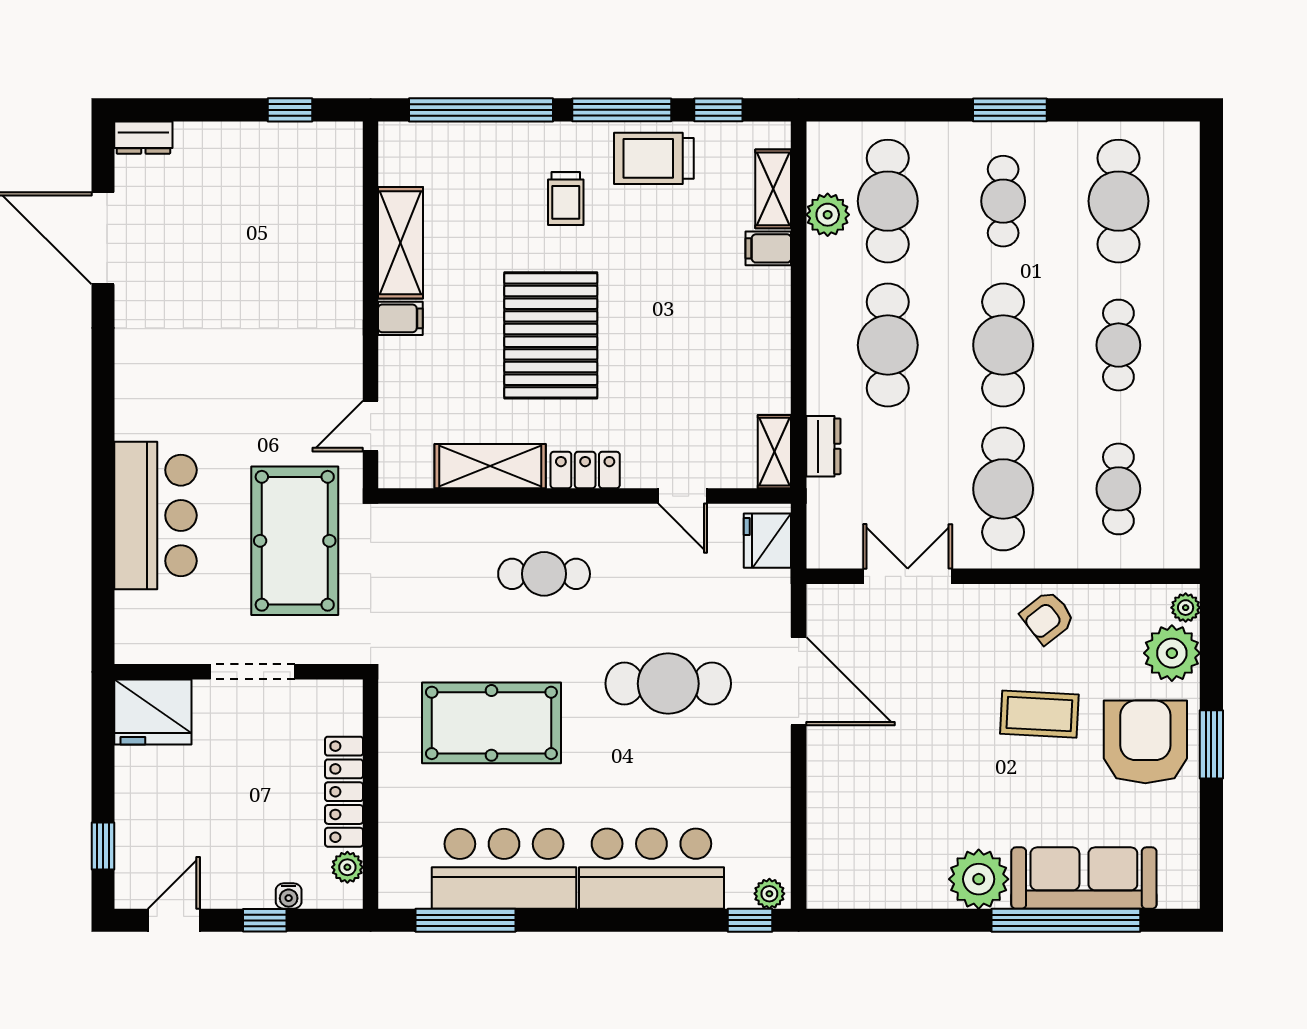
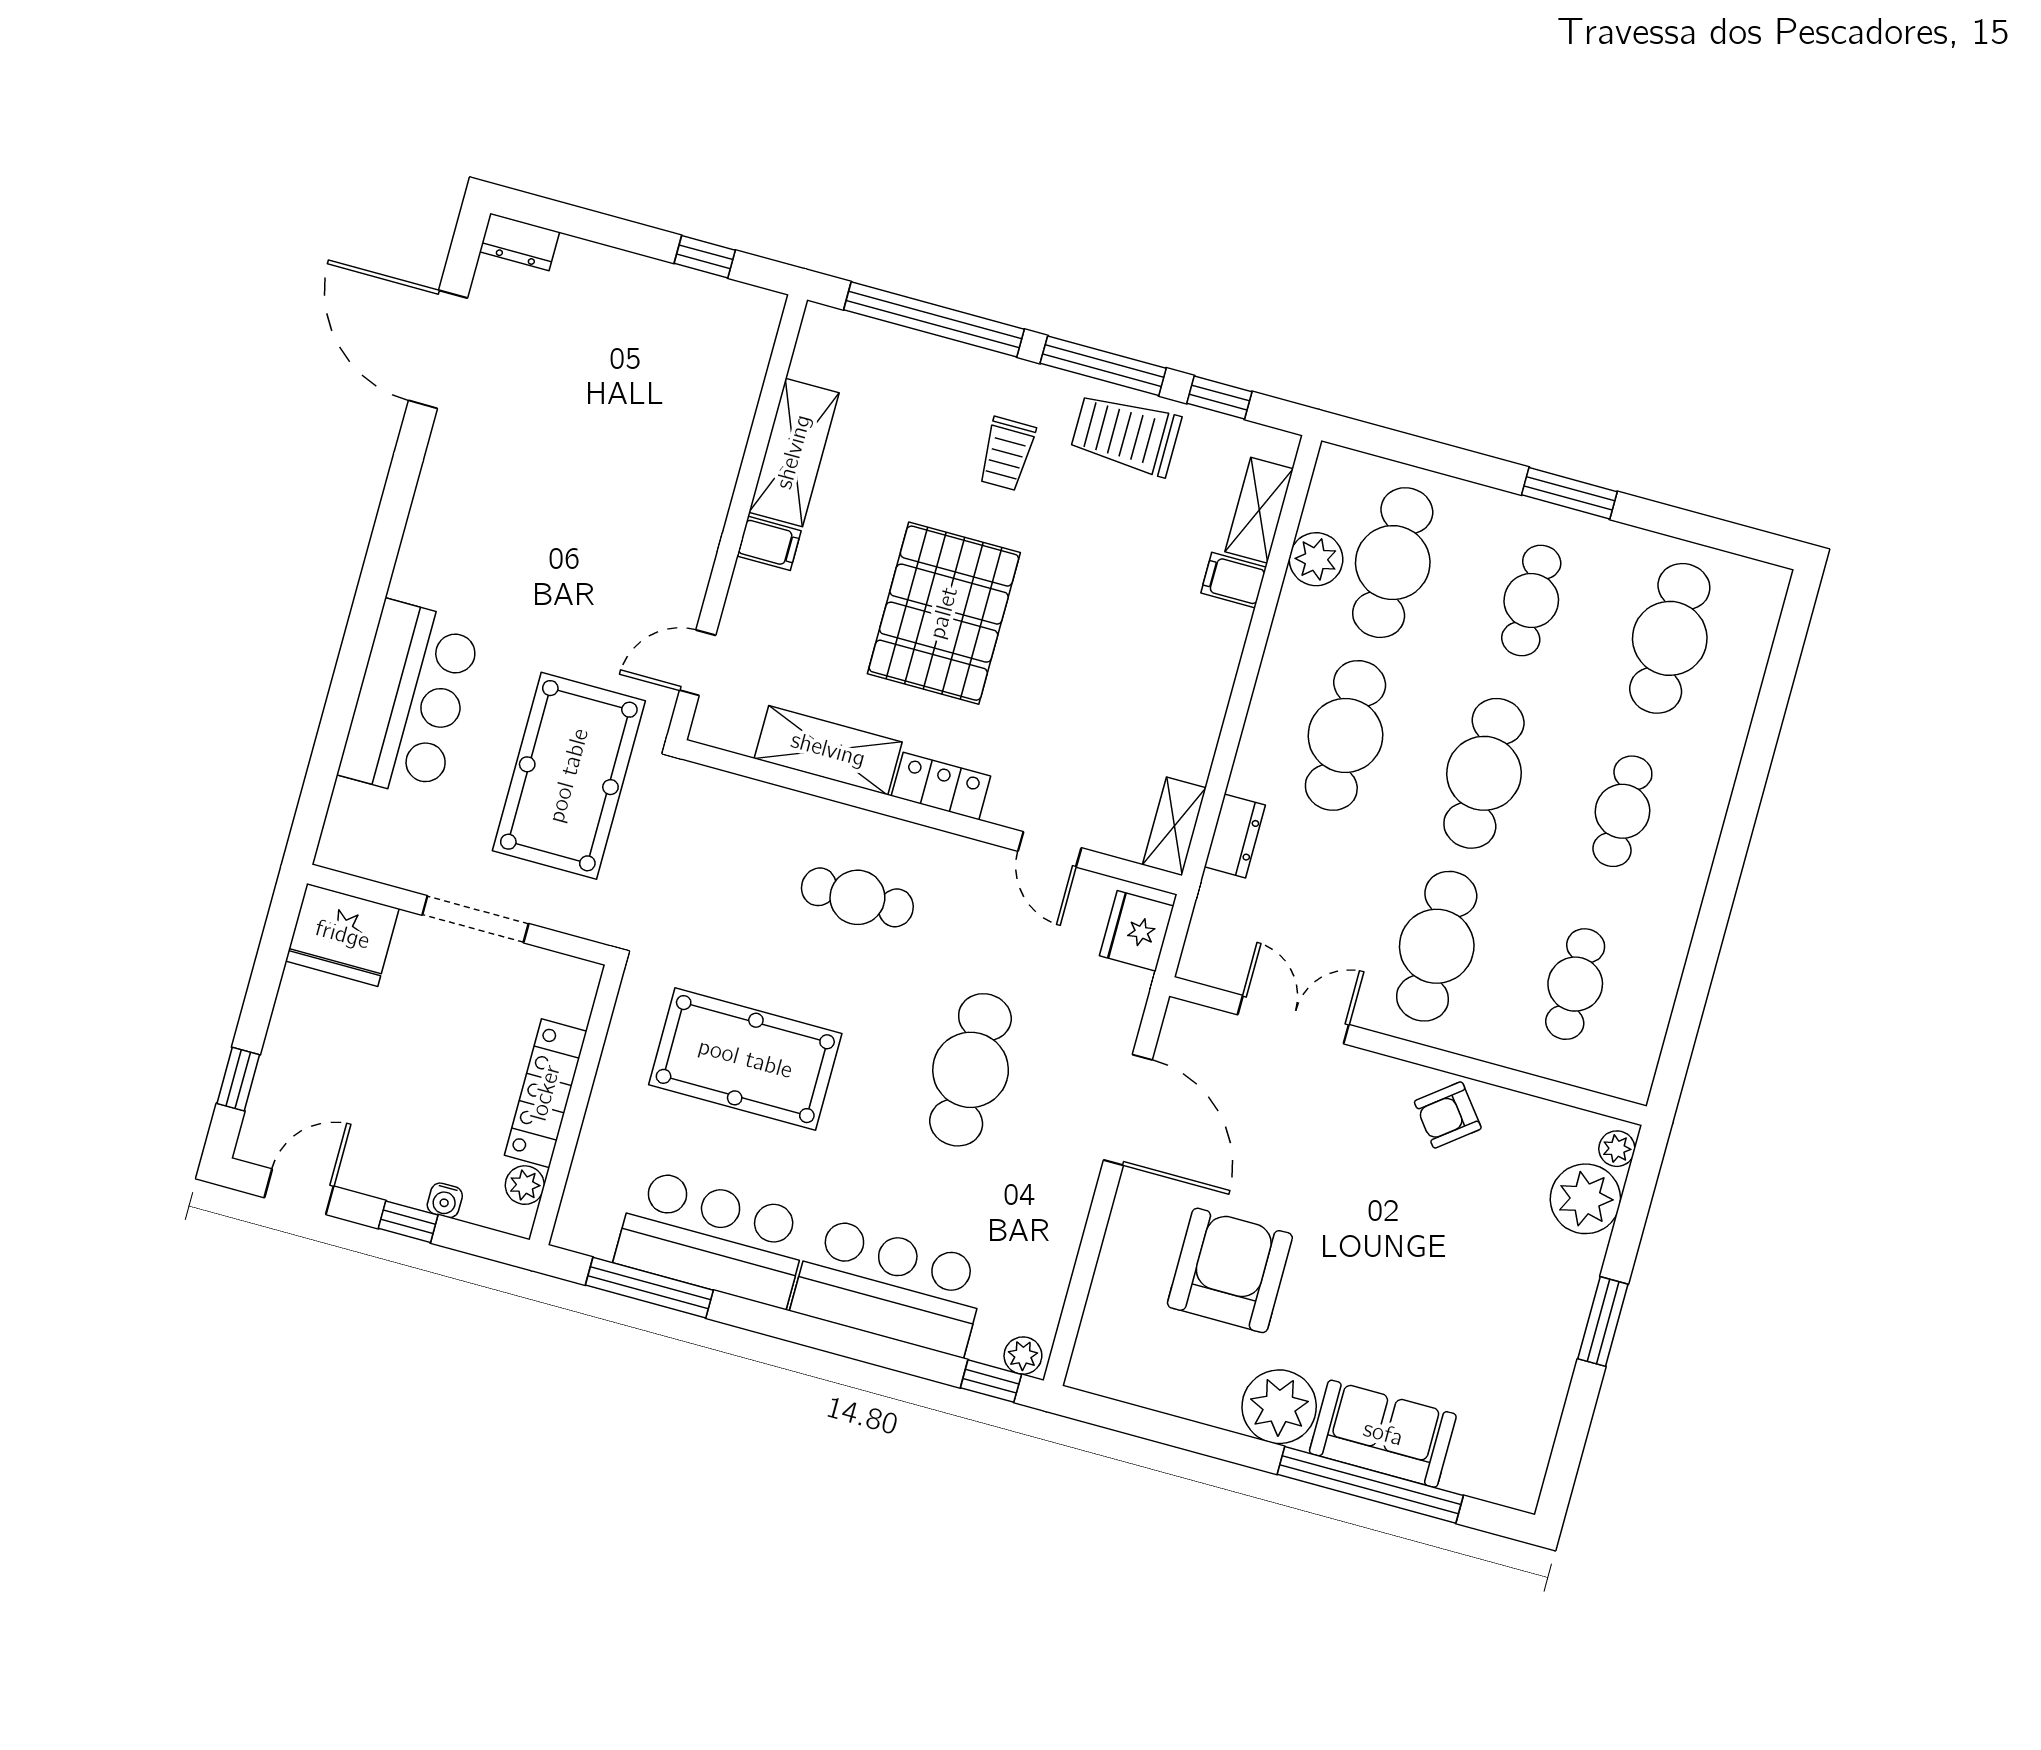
cafe table: (668, 684) -> (971, 1070), turned 90
coffee table: (1039, 714) -> (1406, 1228), removed
armchair: (1145, 742) -> (1230, 1270), moved
sofa: (1084, 878) -> (1383, 1434), width x0.73

